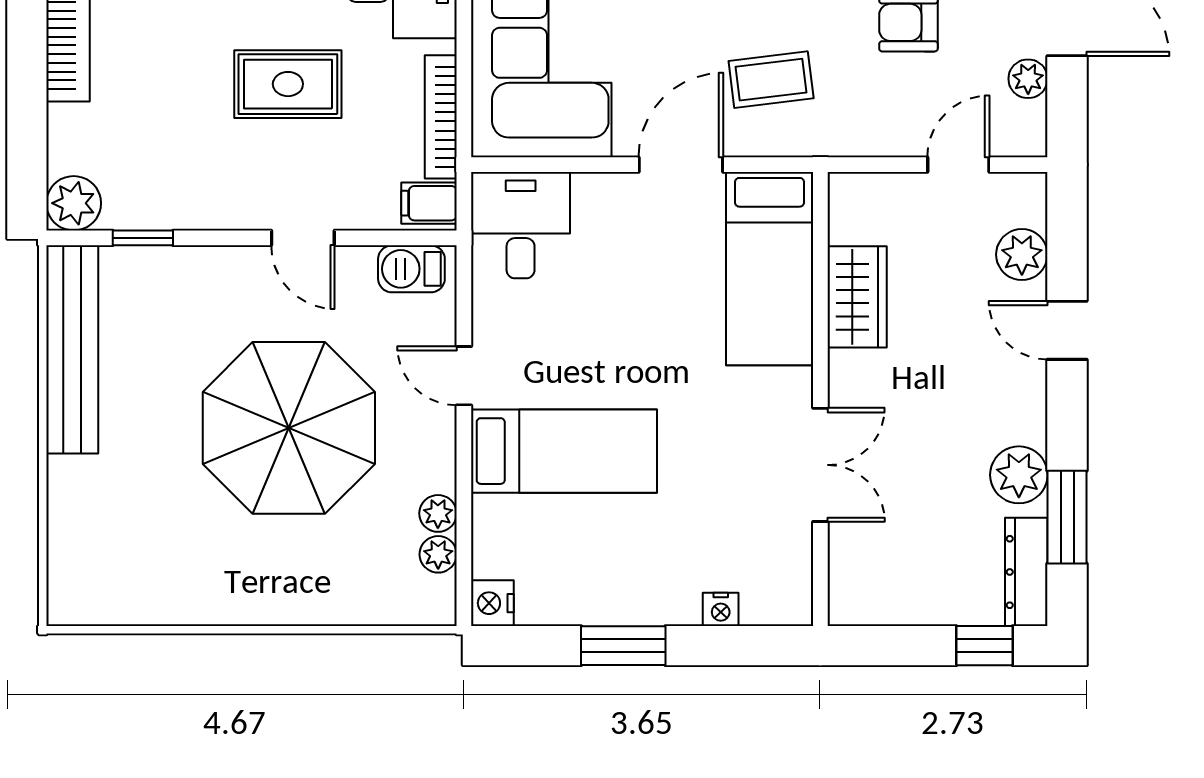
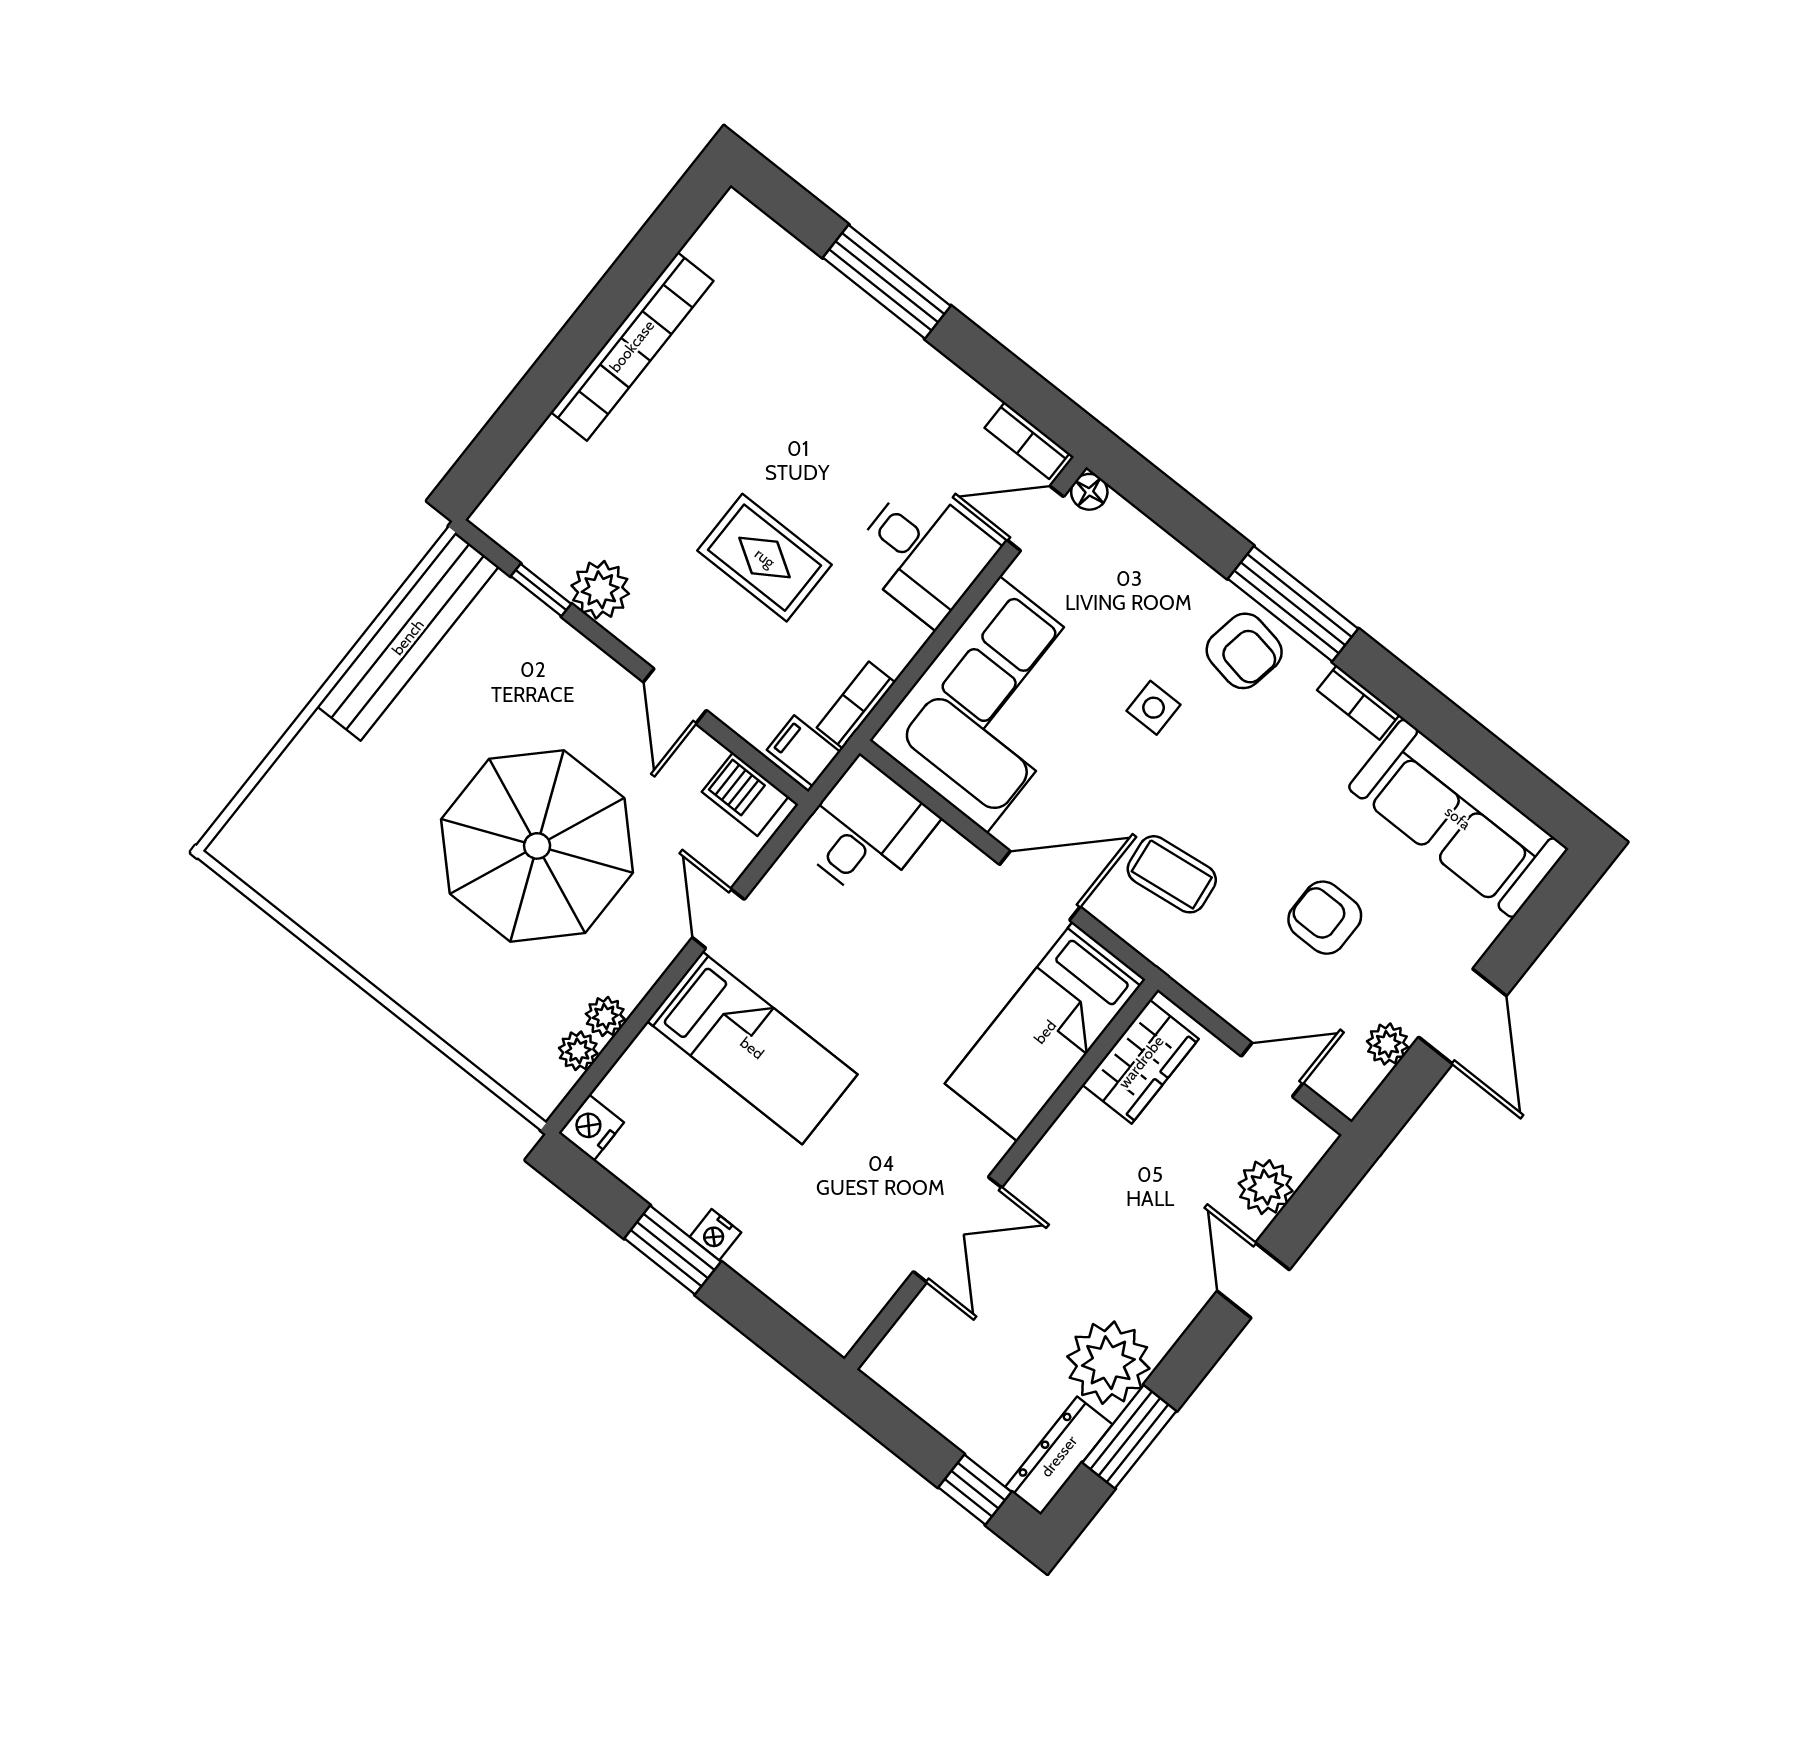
bookcase: (441, 117) -> (856, 705), width x0.64
plant: (74, 203) -> (600, 590), moved
wardrobe: (857, 297) -> (1141, 1062), moved
plant: (1019, 475) -> (1108, 1363), width x1.36, depth x1.36
nightstand: (721, 609) -> (715, 1235), moved

